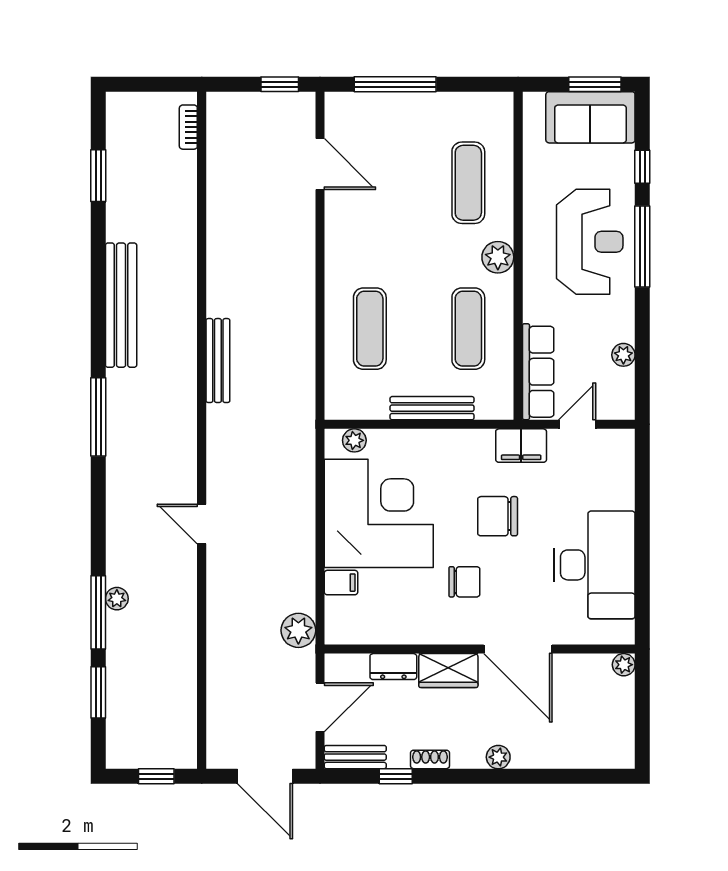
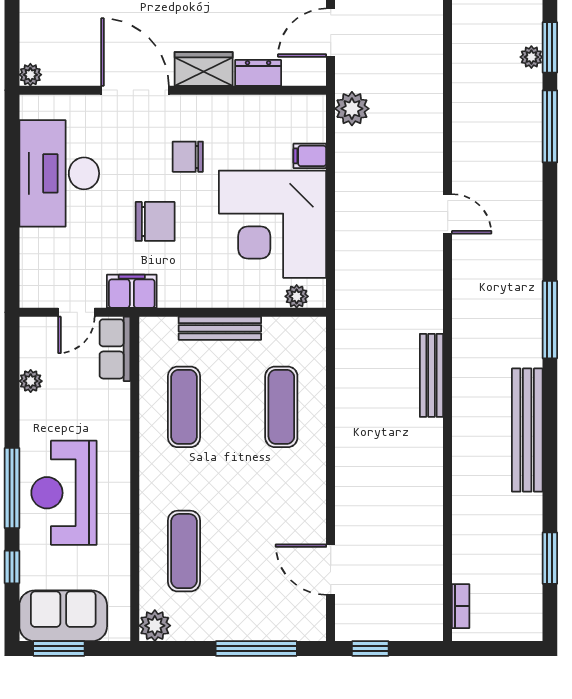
plant: (498, 257) -> (155, 626), moved
row of seats: (538, 372) -> (115, 349), width x0.68
plant: (117, 599) -> (531, 57), moved

